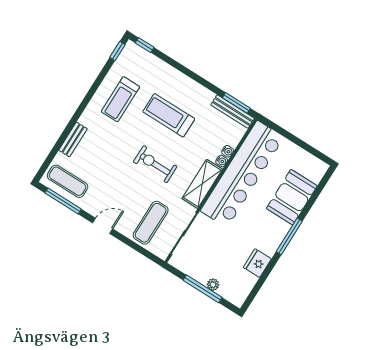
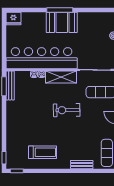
treadmill: (169, 115) -> (35, 120), removed
exercise bike: (155, 164) -> (67, 110), turned 89
booth: (292, 197) -> (62, 22), moved
fridge: (257, 263) -> (13, 18), moved

